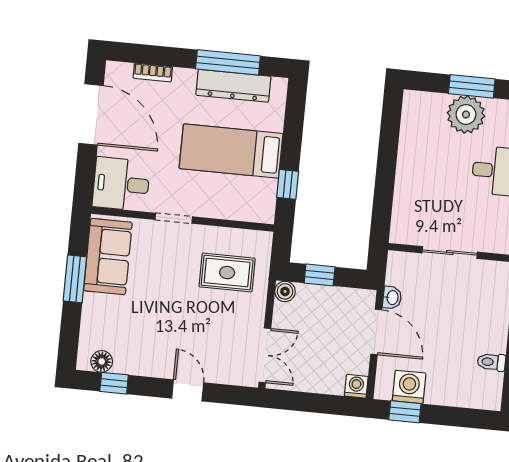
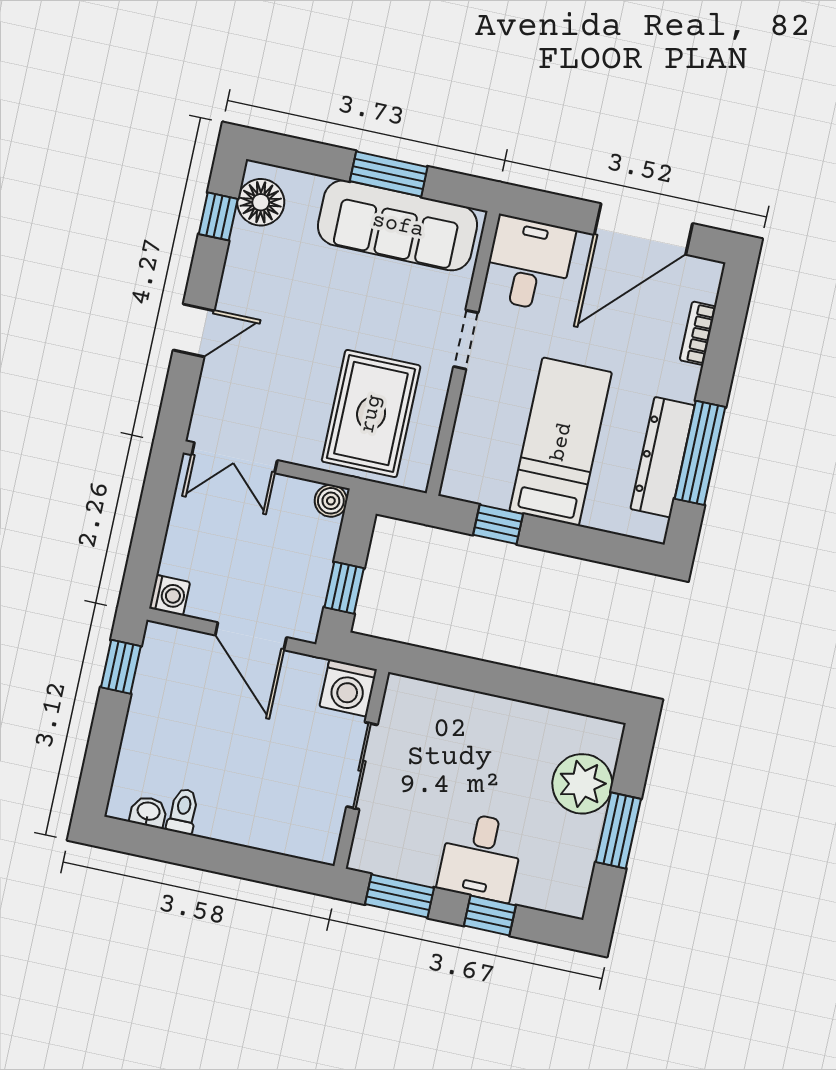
plant: (466, 114) -> (582, 784), moved
sofa: (108, 257) -> (398, 225), width x1.36
rug: (227, 273) -> (371, 414), width x1.36, depth x1.43
window: (320, 275) -> (344, 588), moved
washbasin: (392, 298) -> (148, 812), moved, turned 180
door: (376, 332) -> (251, 636), hinge flipped
floor lamp: (102, 361) -> (261, 202), width x1.38, depth x1.38
washing machine: (409, 387) -> (348, 688), moved, turned 90

